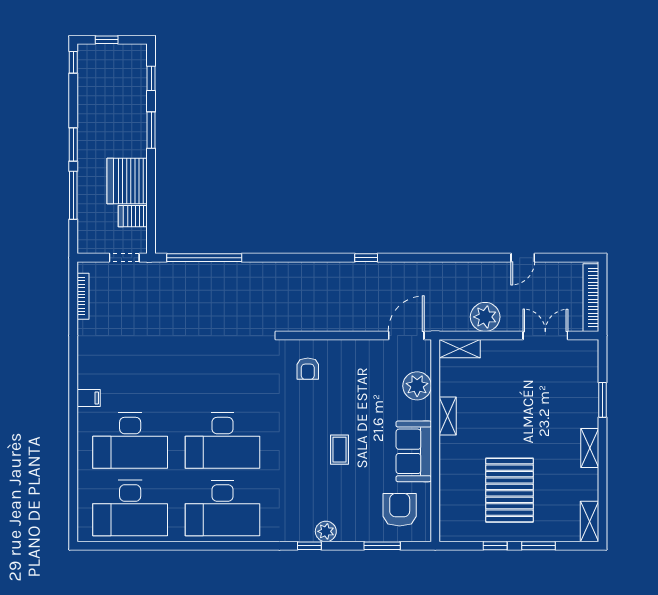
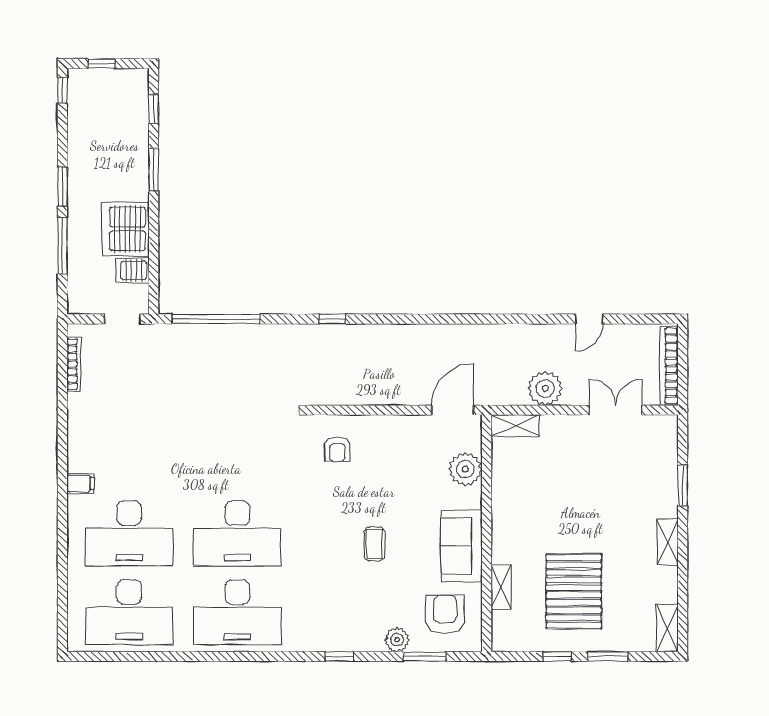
window: (366, 258) -> (332, 319), moved
shelving: (448, 416) -> (501, 587), moved
plant: (326, 531) -> (397, 640), moved

